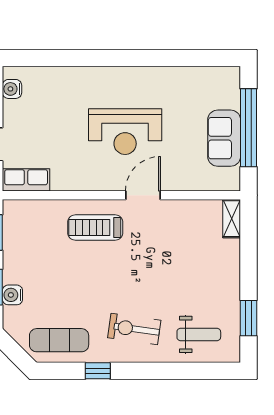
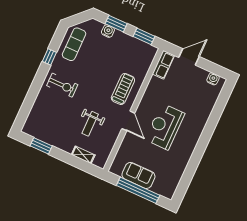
shelving: (232, 219) -> (83, 155), moved
exercise bike: (134, 329) -> (62, 85), turned 82
weight bench: (199, 334) -> (90, 124), moved

